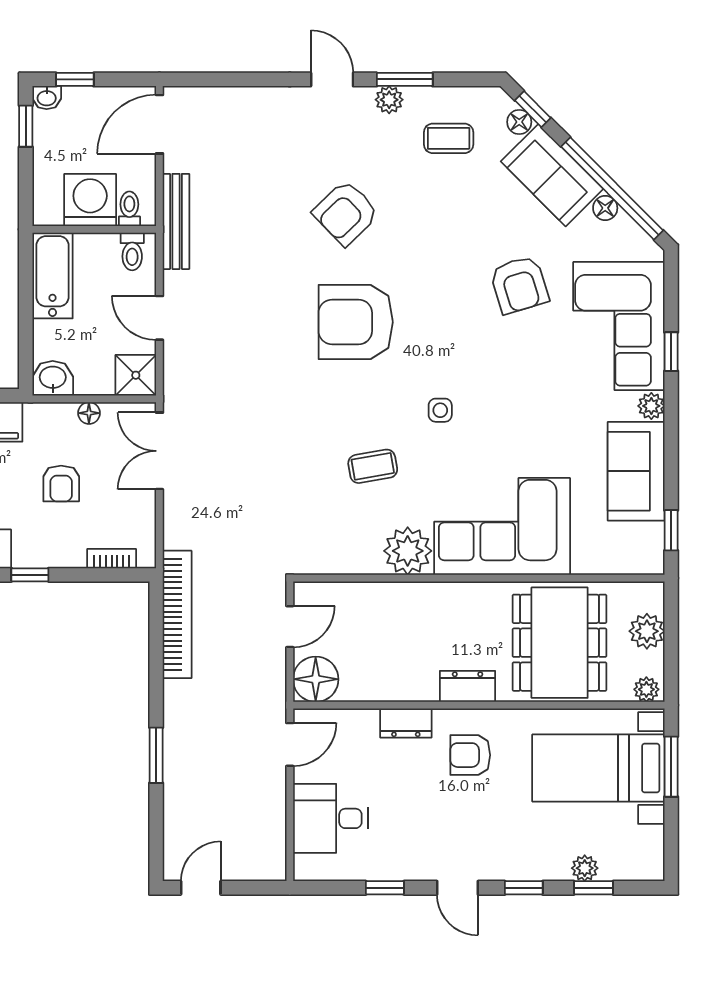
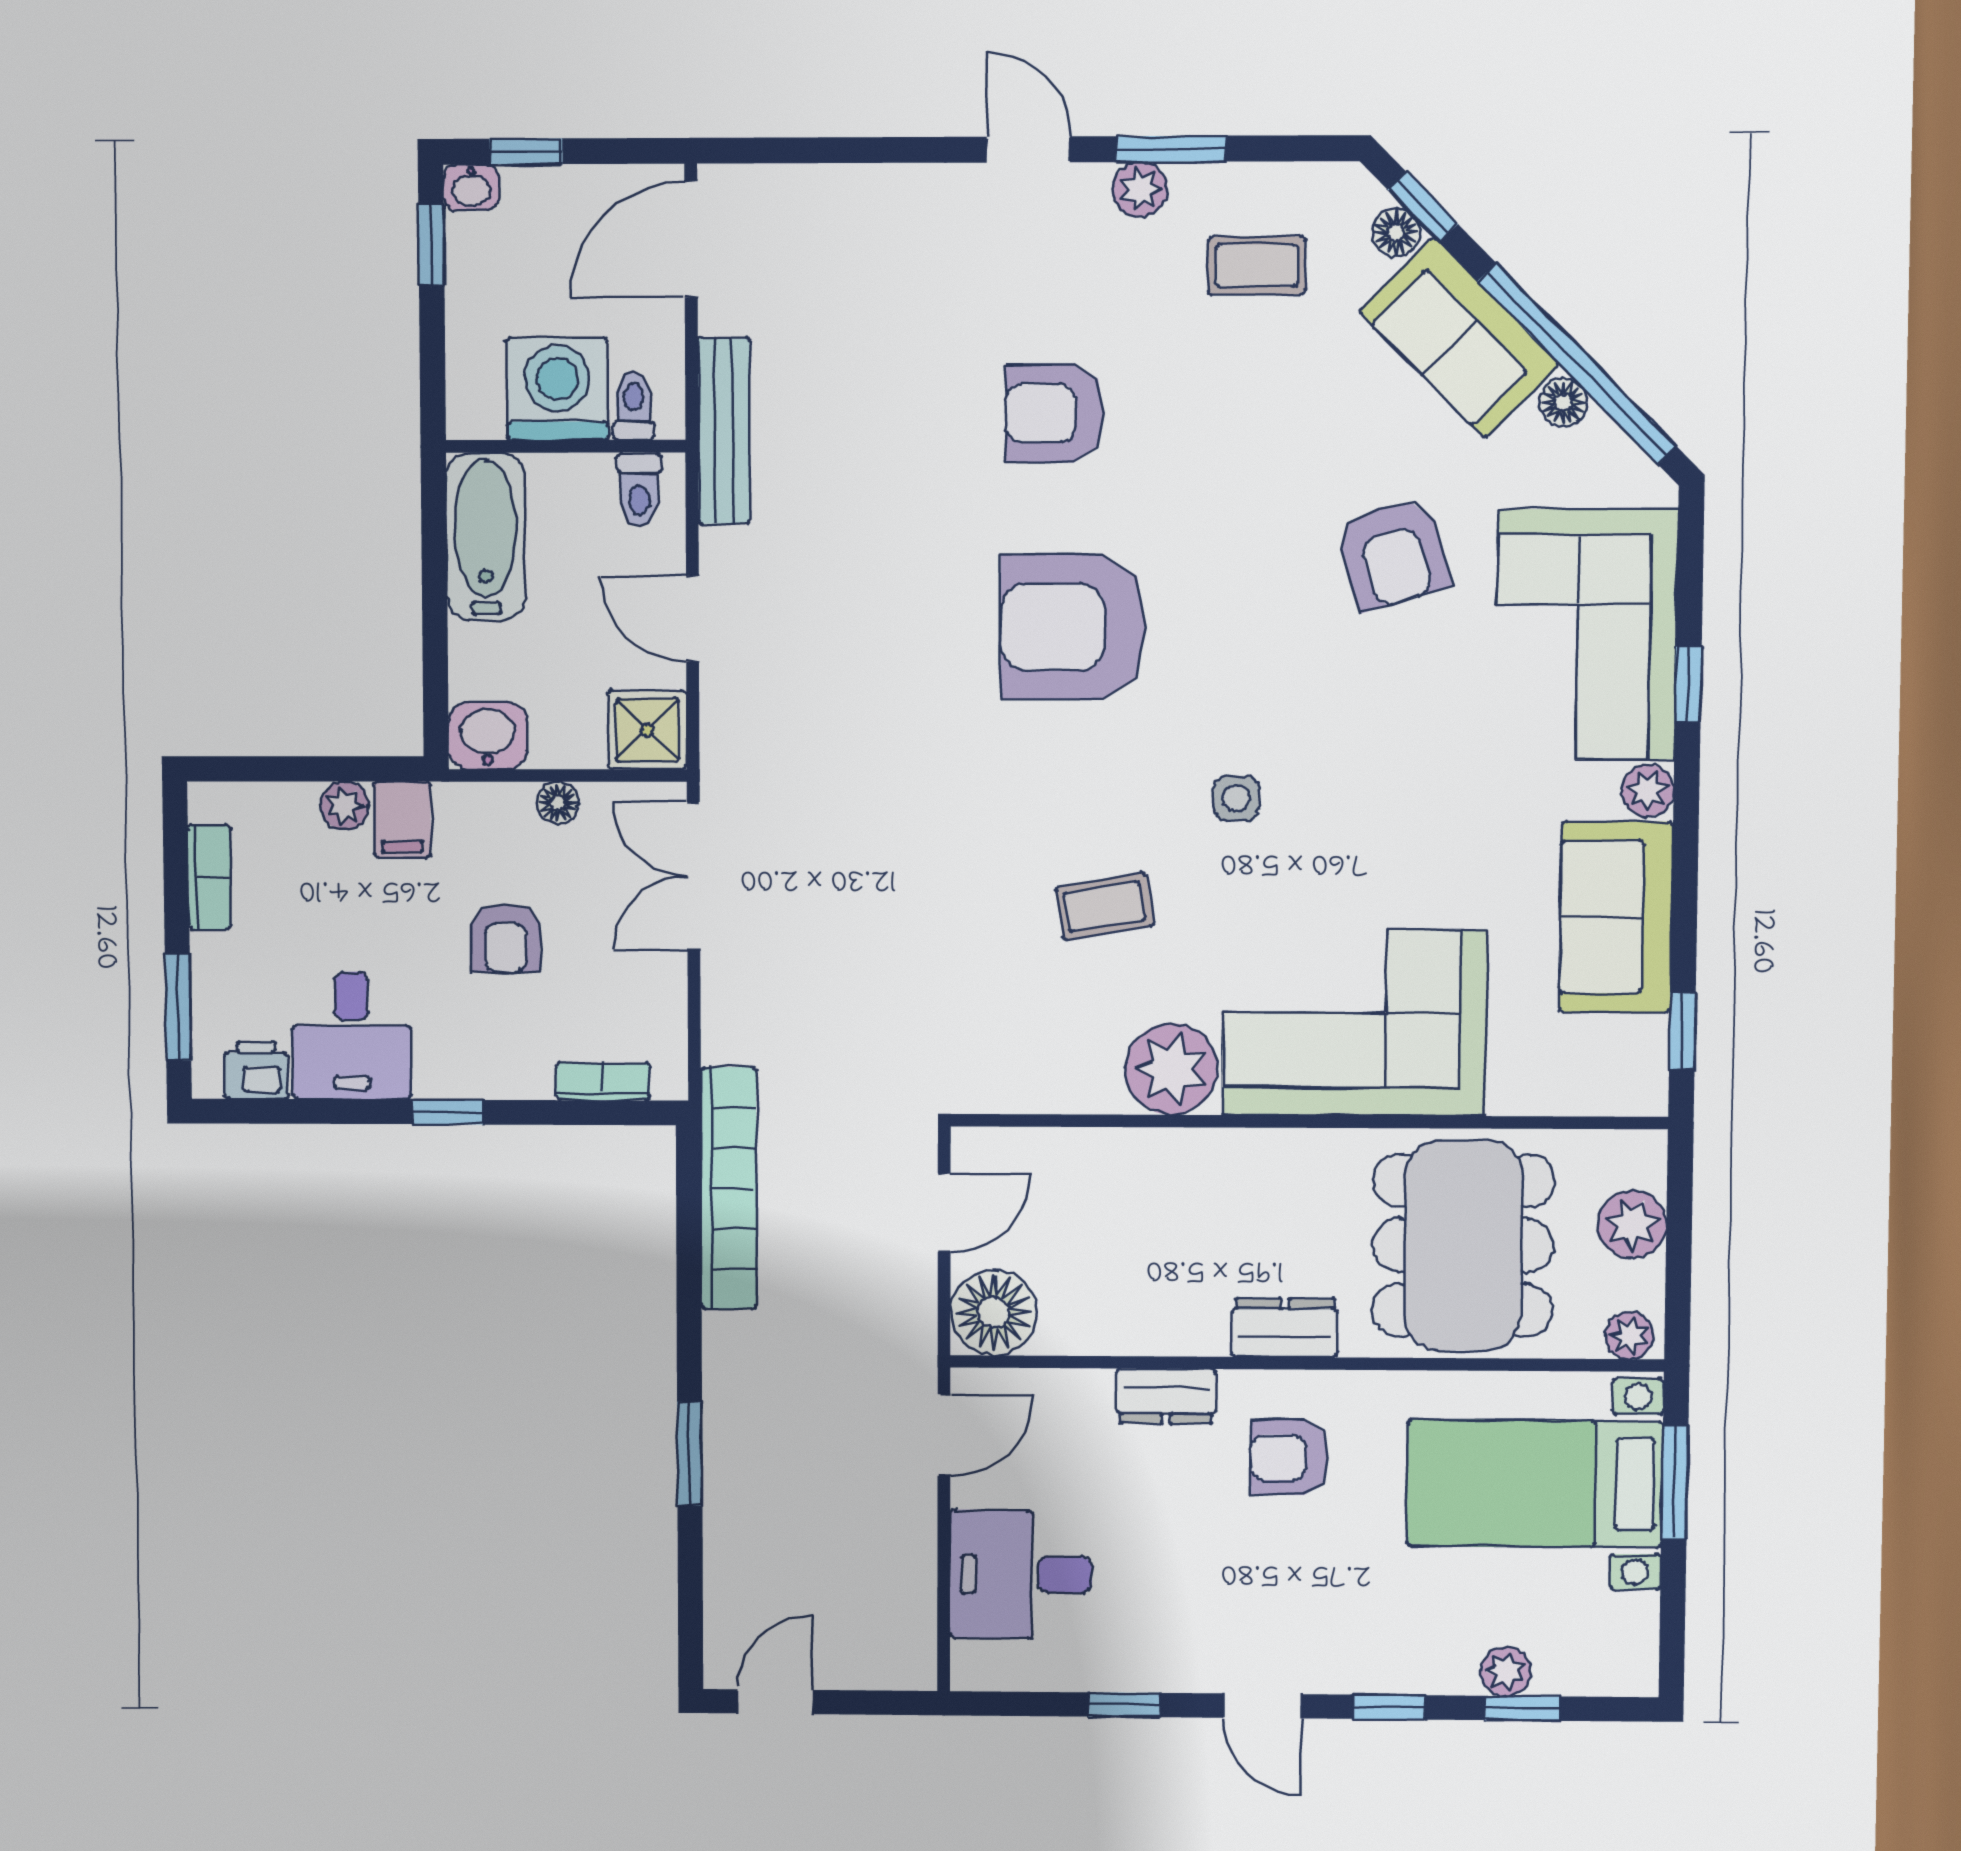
armchair: (346, 213) -> (1054, 413), turned 44

